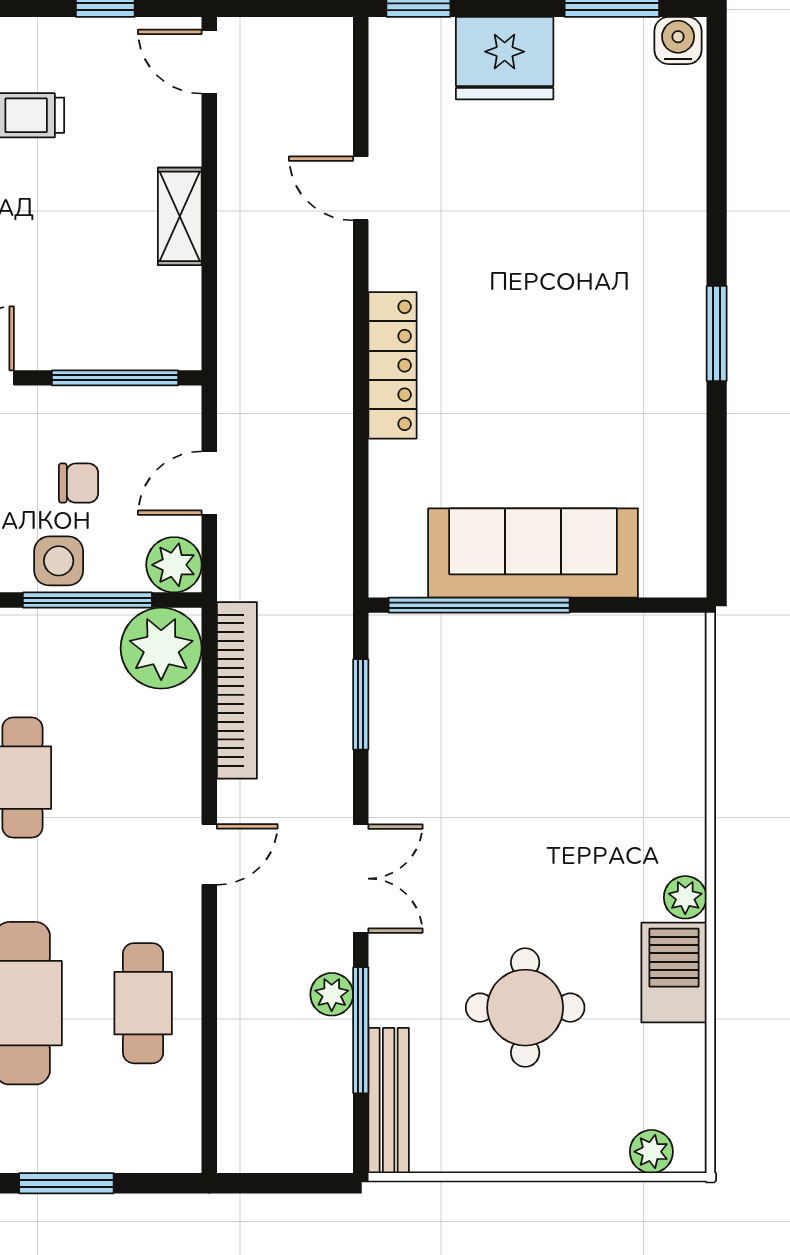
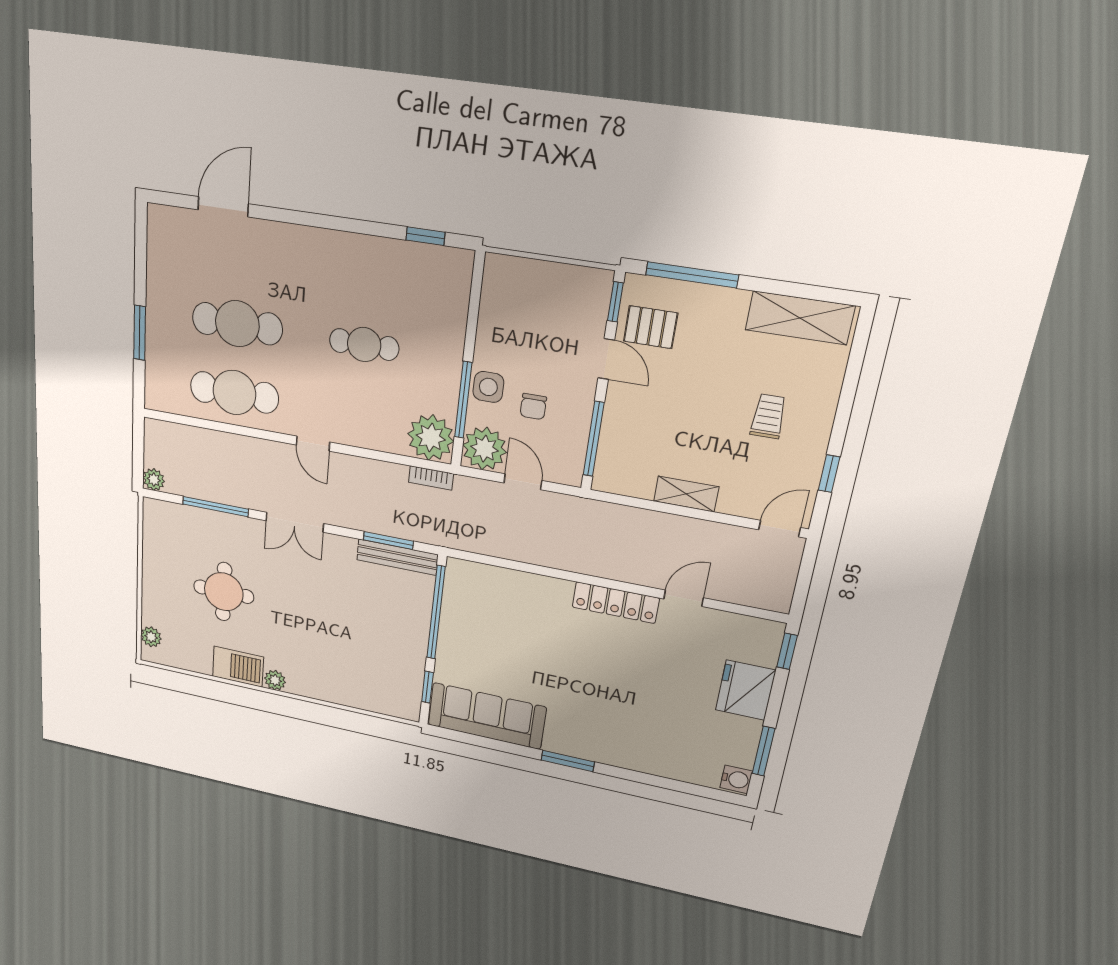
locker: (392, 365) -> (616, 603), moved
sofa: (533, 553) -> (487, 716), moved, turned -90
plant: (174, 565) -> (484, 449), width x1.36, depth x1.36
window: (630, 605) -> (427, 687), added
bookcase: (237, 690) -> (431, 478), width x0.43, depth x0.76
plant: (332, 994) -> (154, 480), moved
cafe table: (143, 1003) -> (234, 392), width x1.37, depth x1.35
bench: (389, 1100) -> (397, 557), moved

